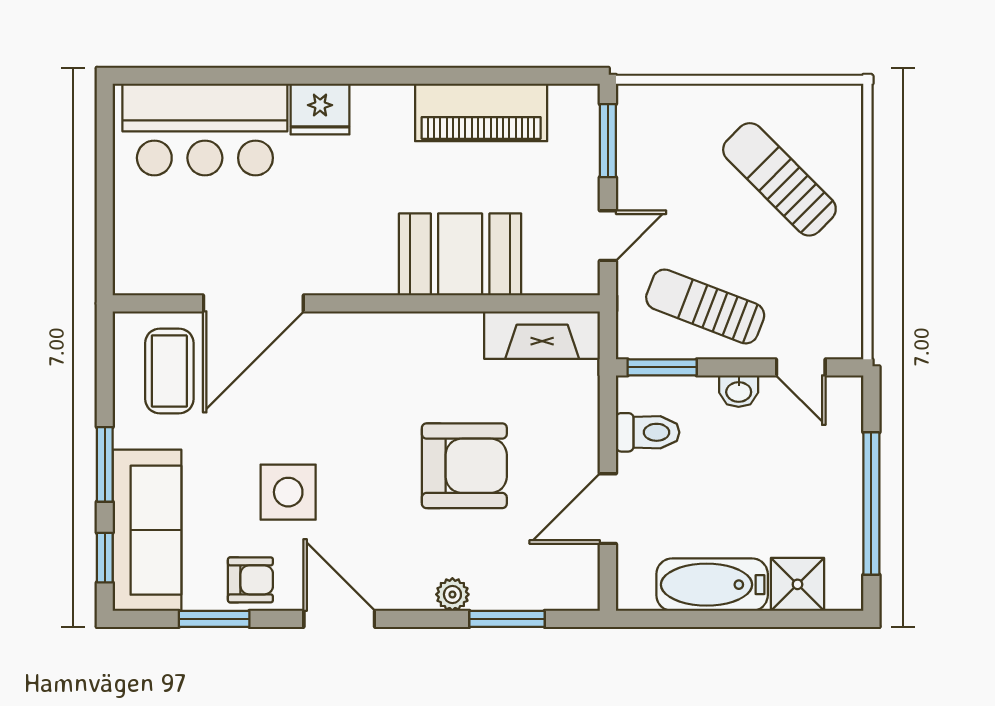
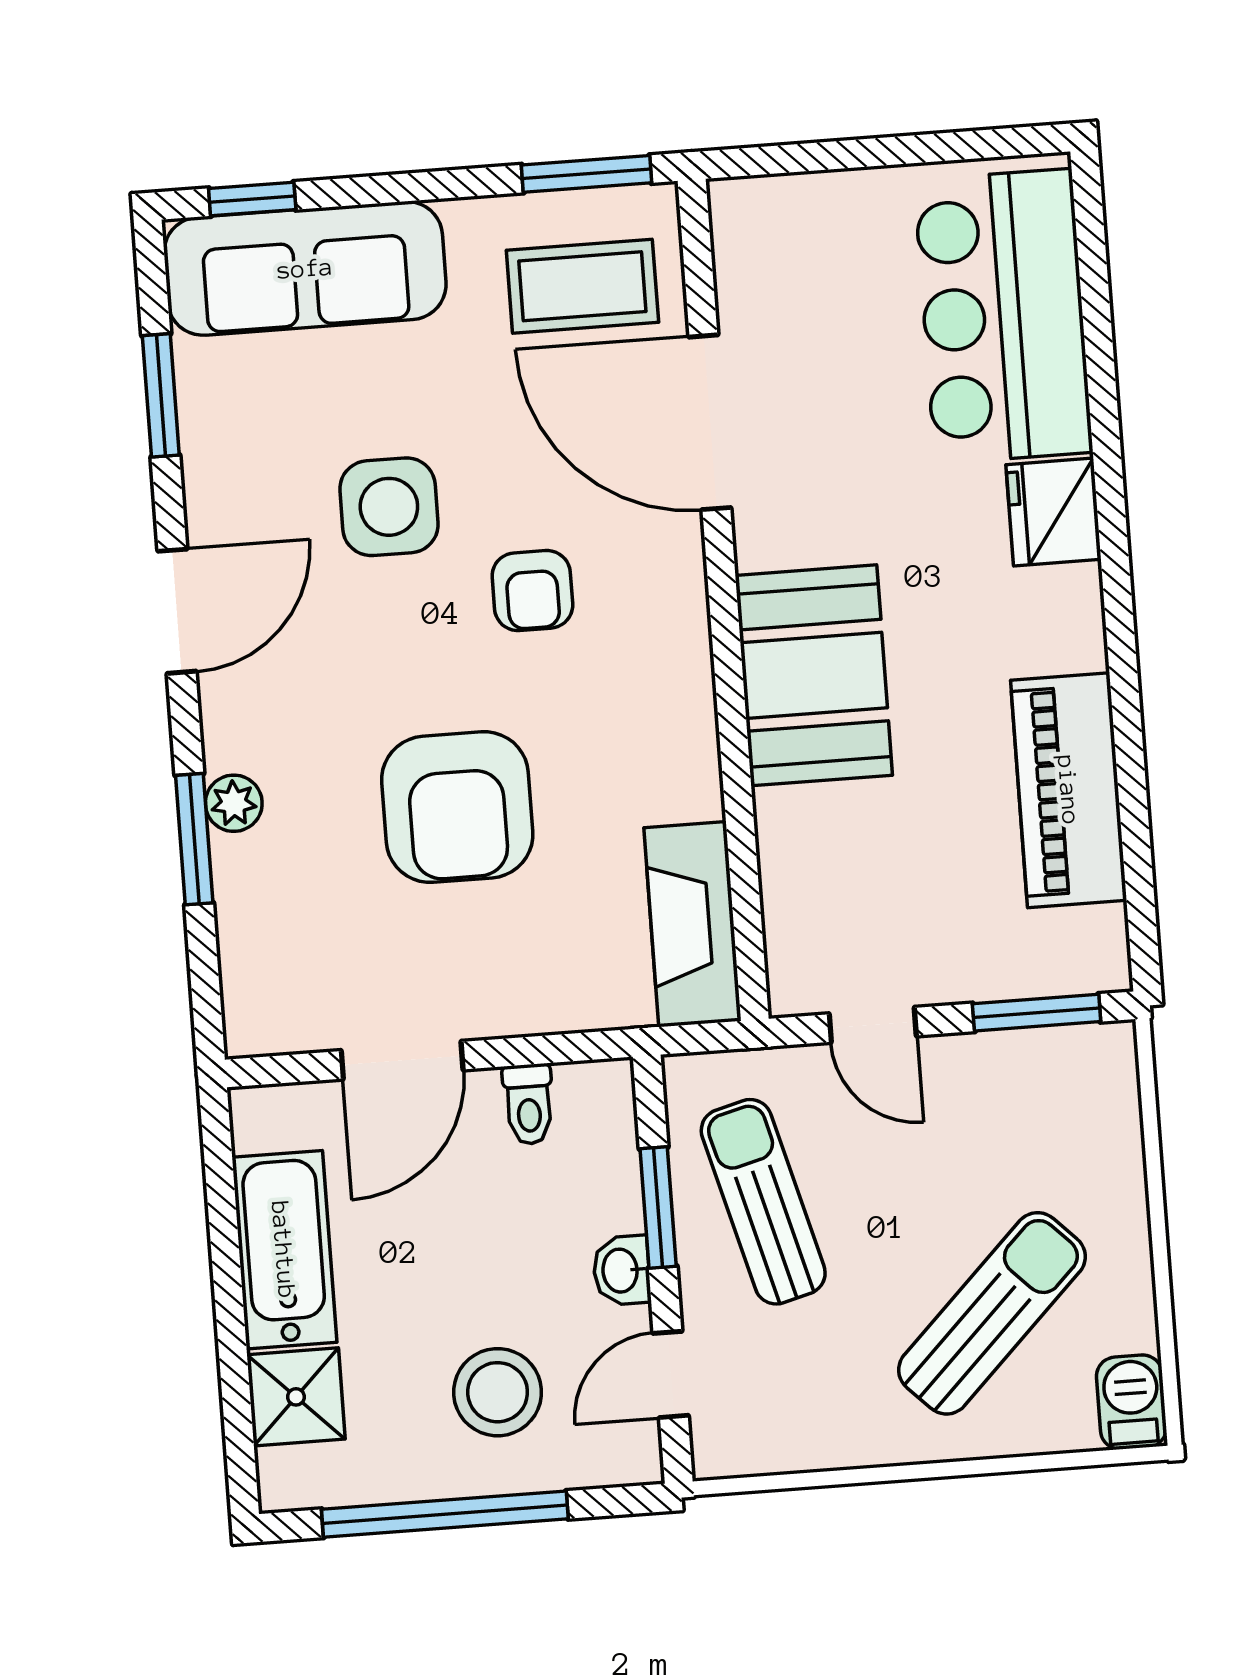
barbecue: (837, 103) -> (1131, 1402), added
booth: (460, 254) -> (814, 675), moved
sun lounger: (705, 306) -> (763, 1202), turned -36
window: (662, 367) -> (658, 1207), moved
toilet: (648, 432) -> (529, 1104), width x0.73, depth x0.72
window: (105, 464) -> (587, 174), moved
stool: (803, 468) -> (498, 1392), added
door: (608, 509) -> (402, 1060), swing flipped
armchair: (250, 580) -> (532, 591), moved
window: (507, 619) -> (194, 839), moved

